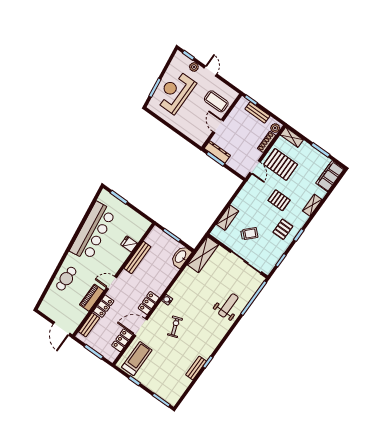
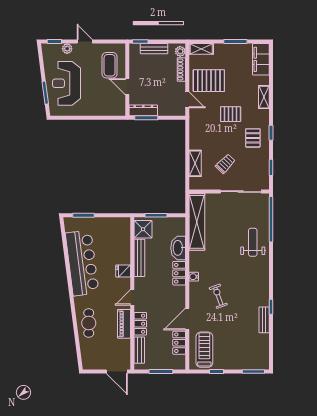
coffee table: (216, 101) -> (110, 65), turned 90
shower: (155, 239) -> (143, 229), added
fridge: (129, 244) -> (123, 271), moved
shelving: (203, 255) -> (197, 222), width x1.47
washbasin: (181, 257) -> (178, 248), moved
locker: (149, 303) -> (179, 273), moved

